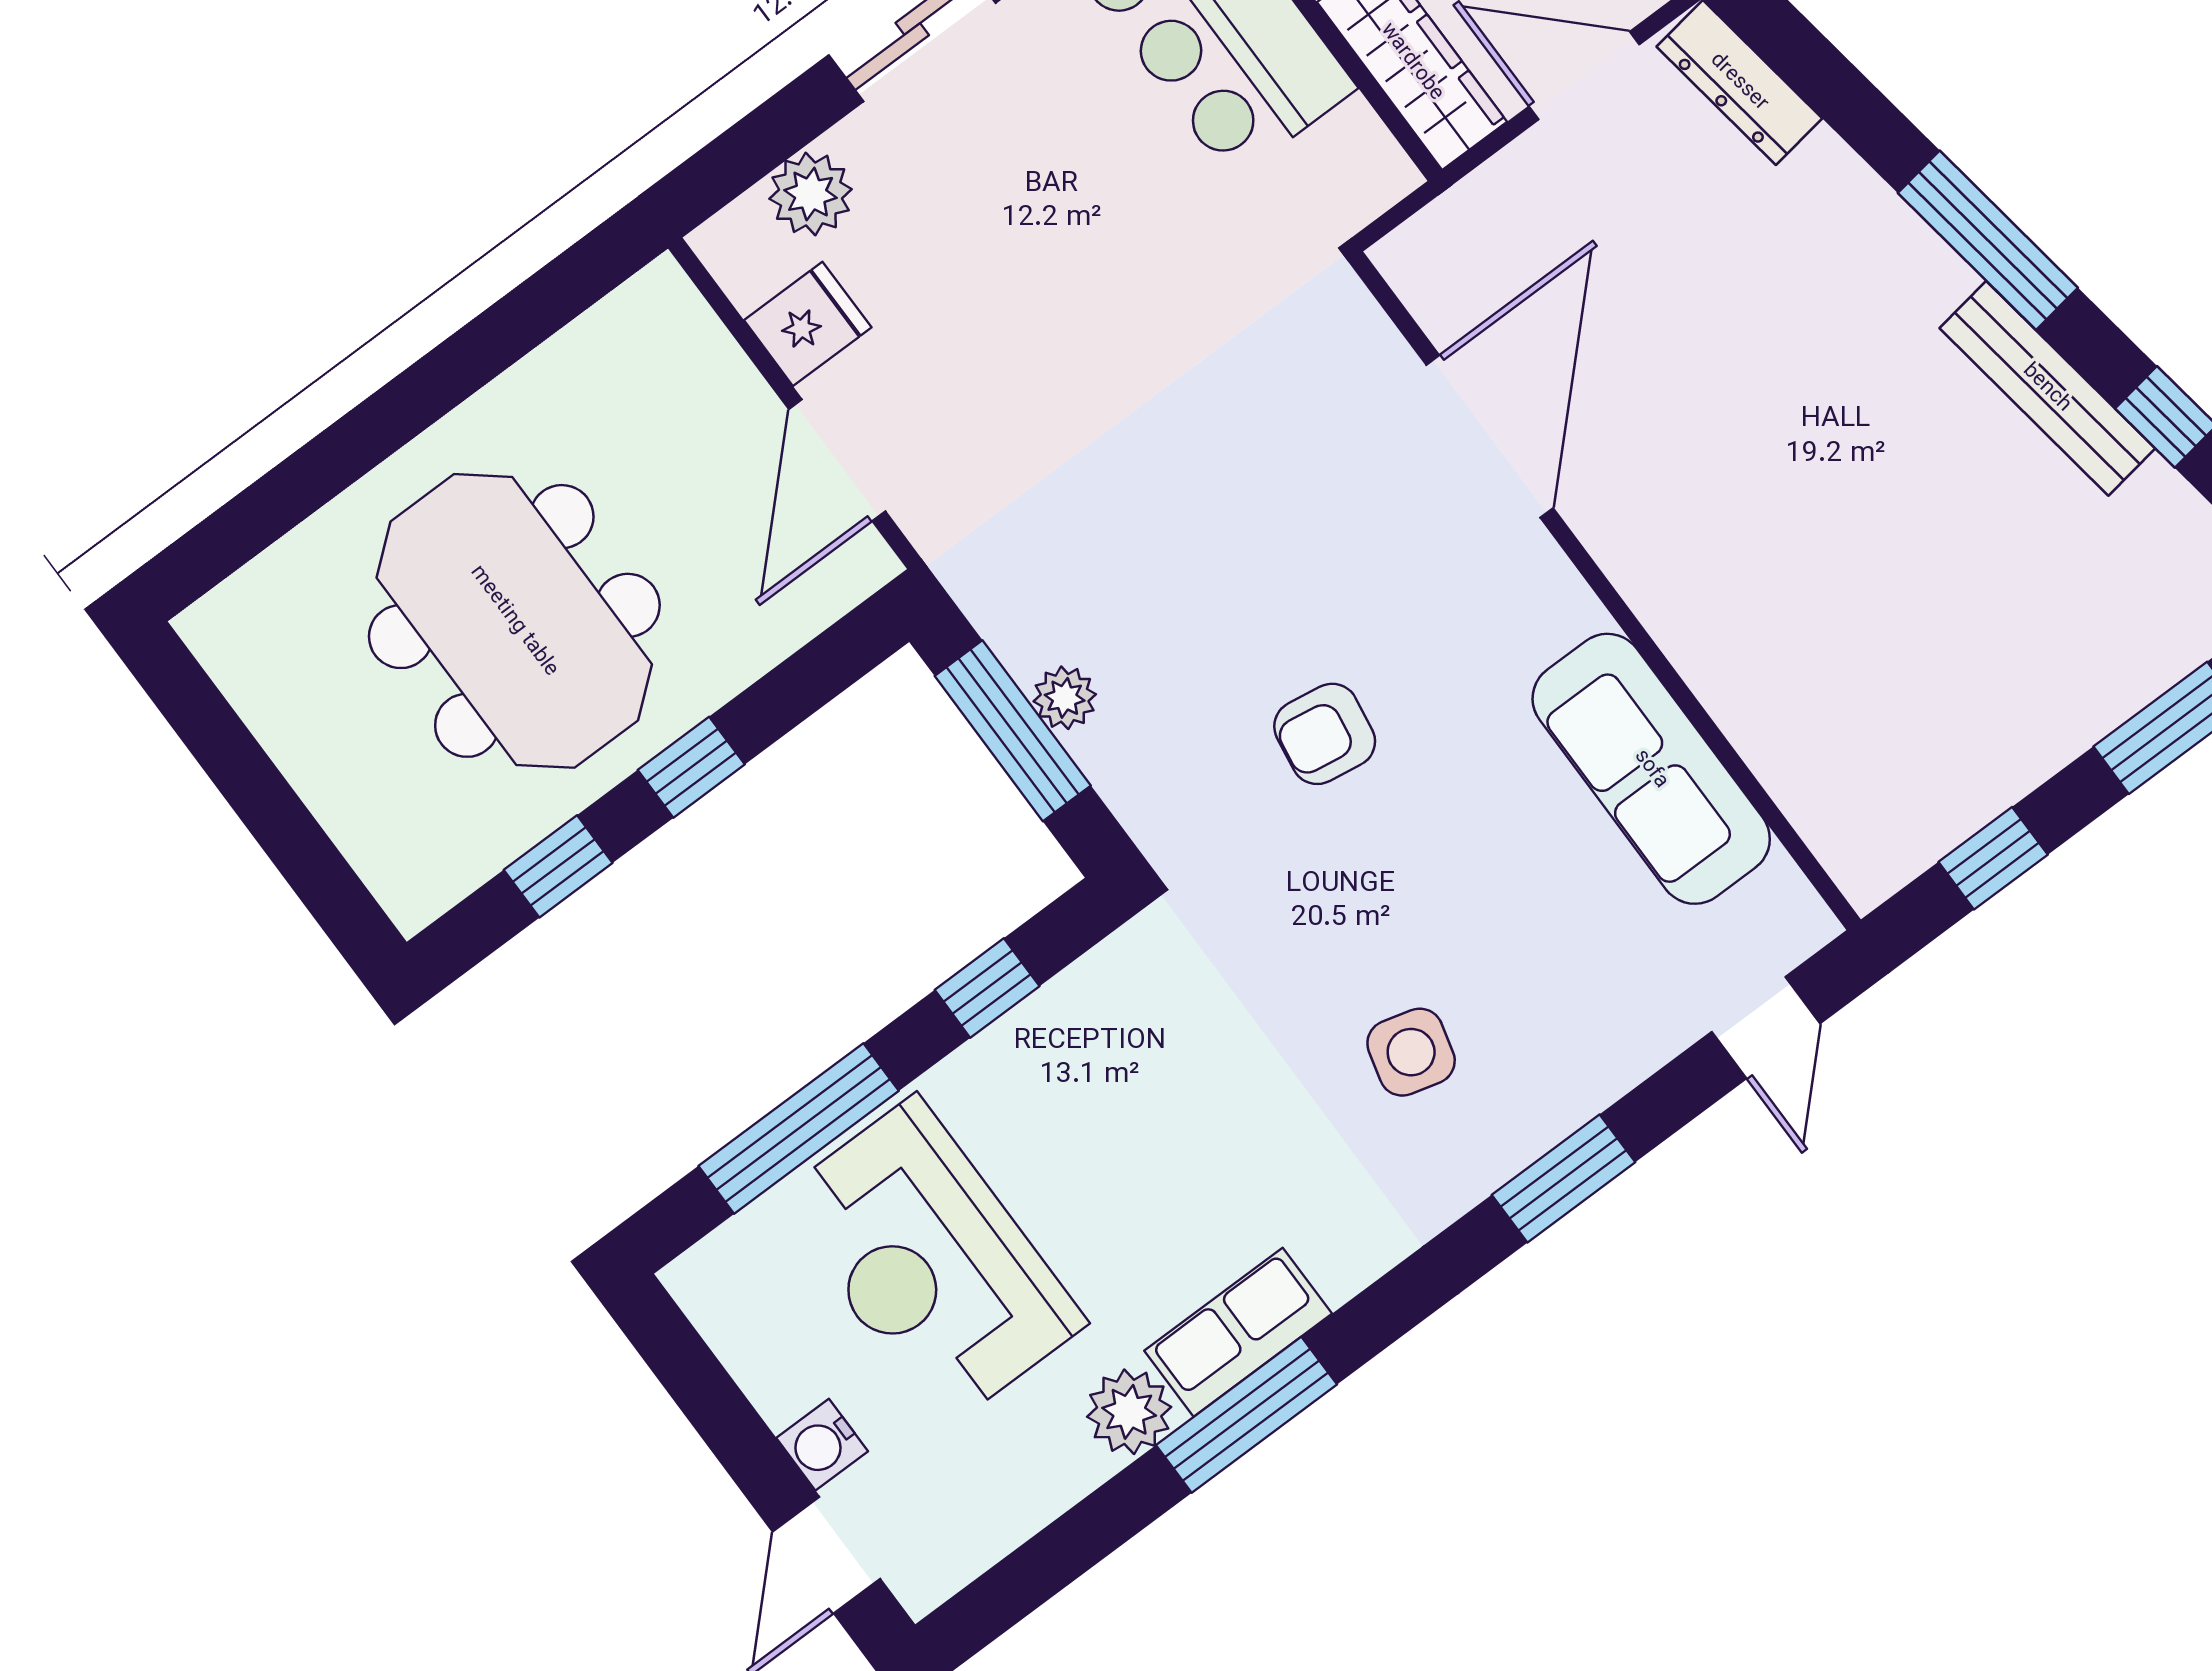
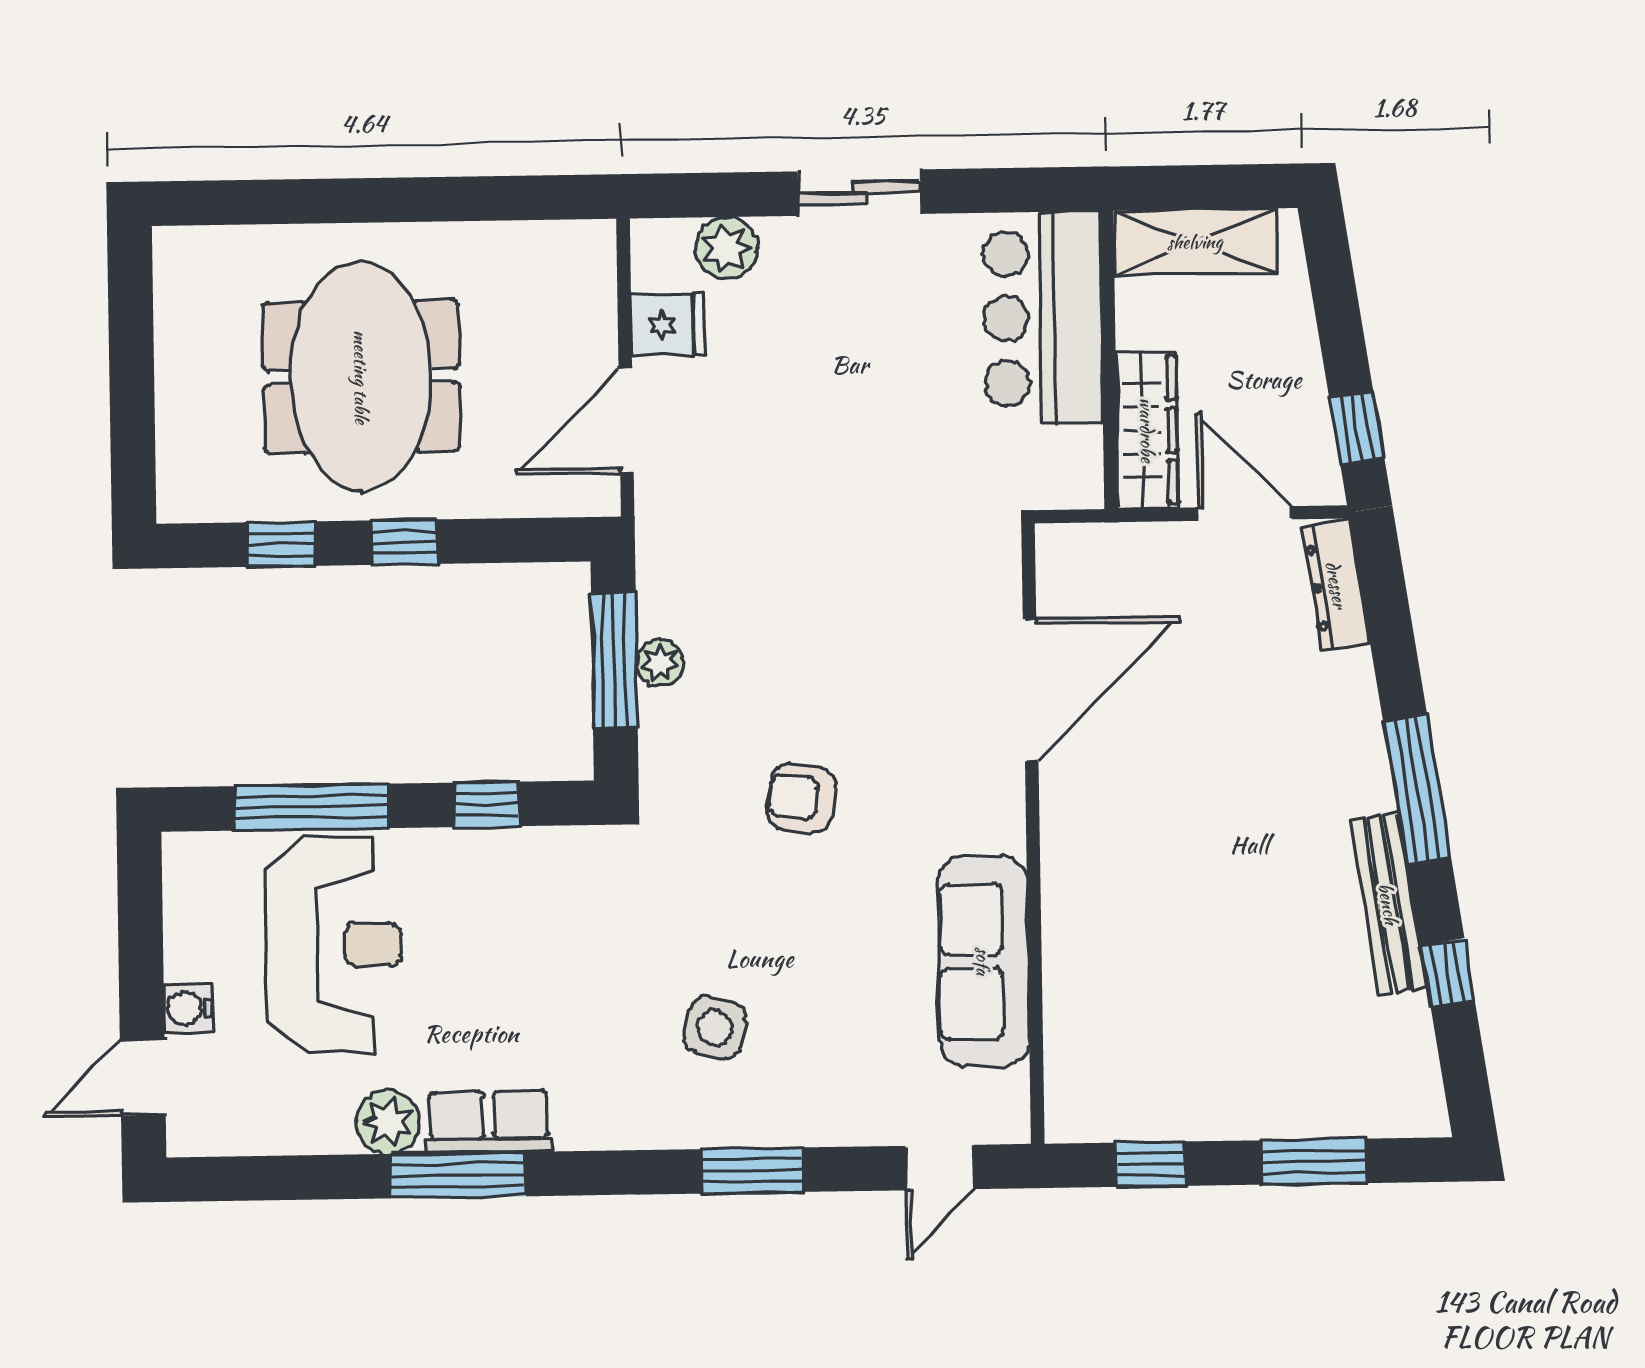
reception desk: (930, 1262) -> (333, 945), turned 180

